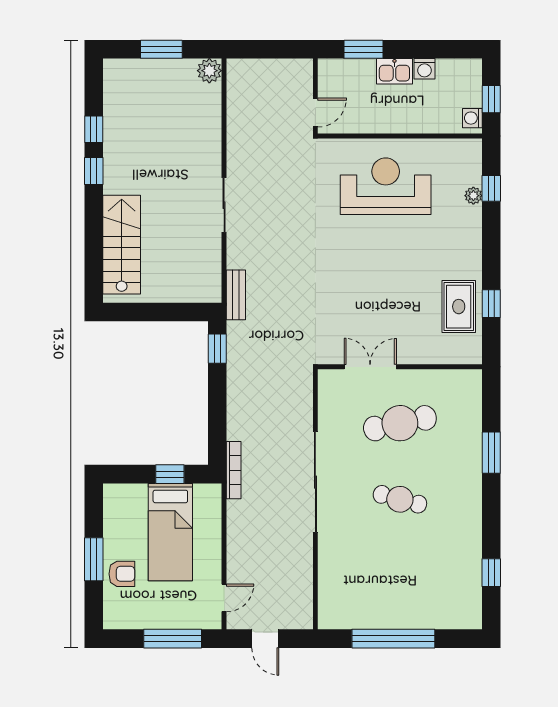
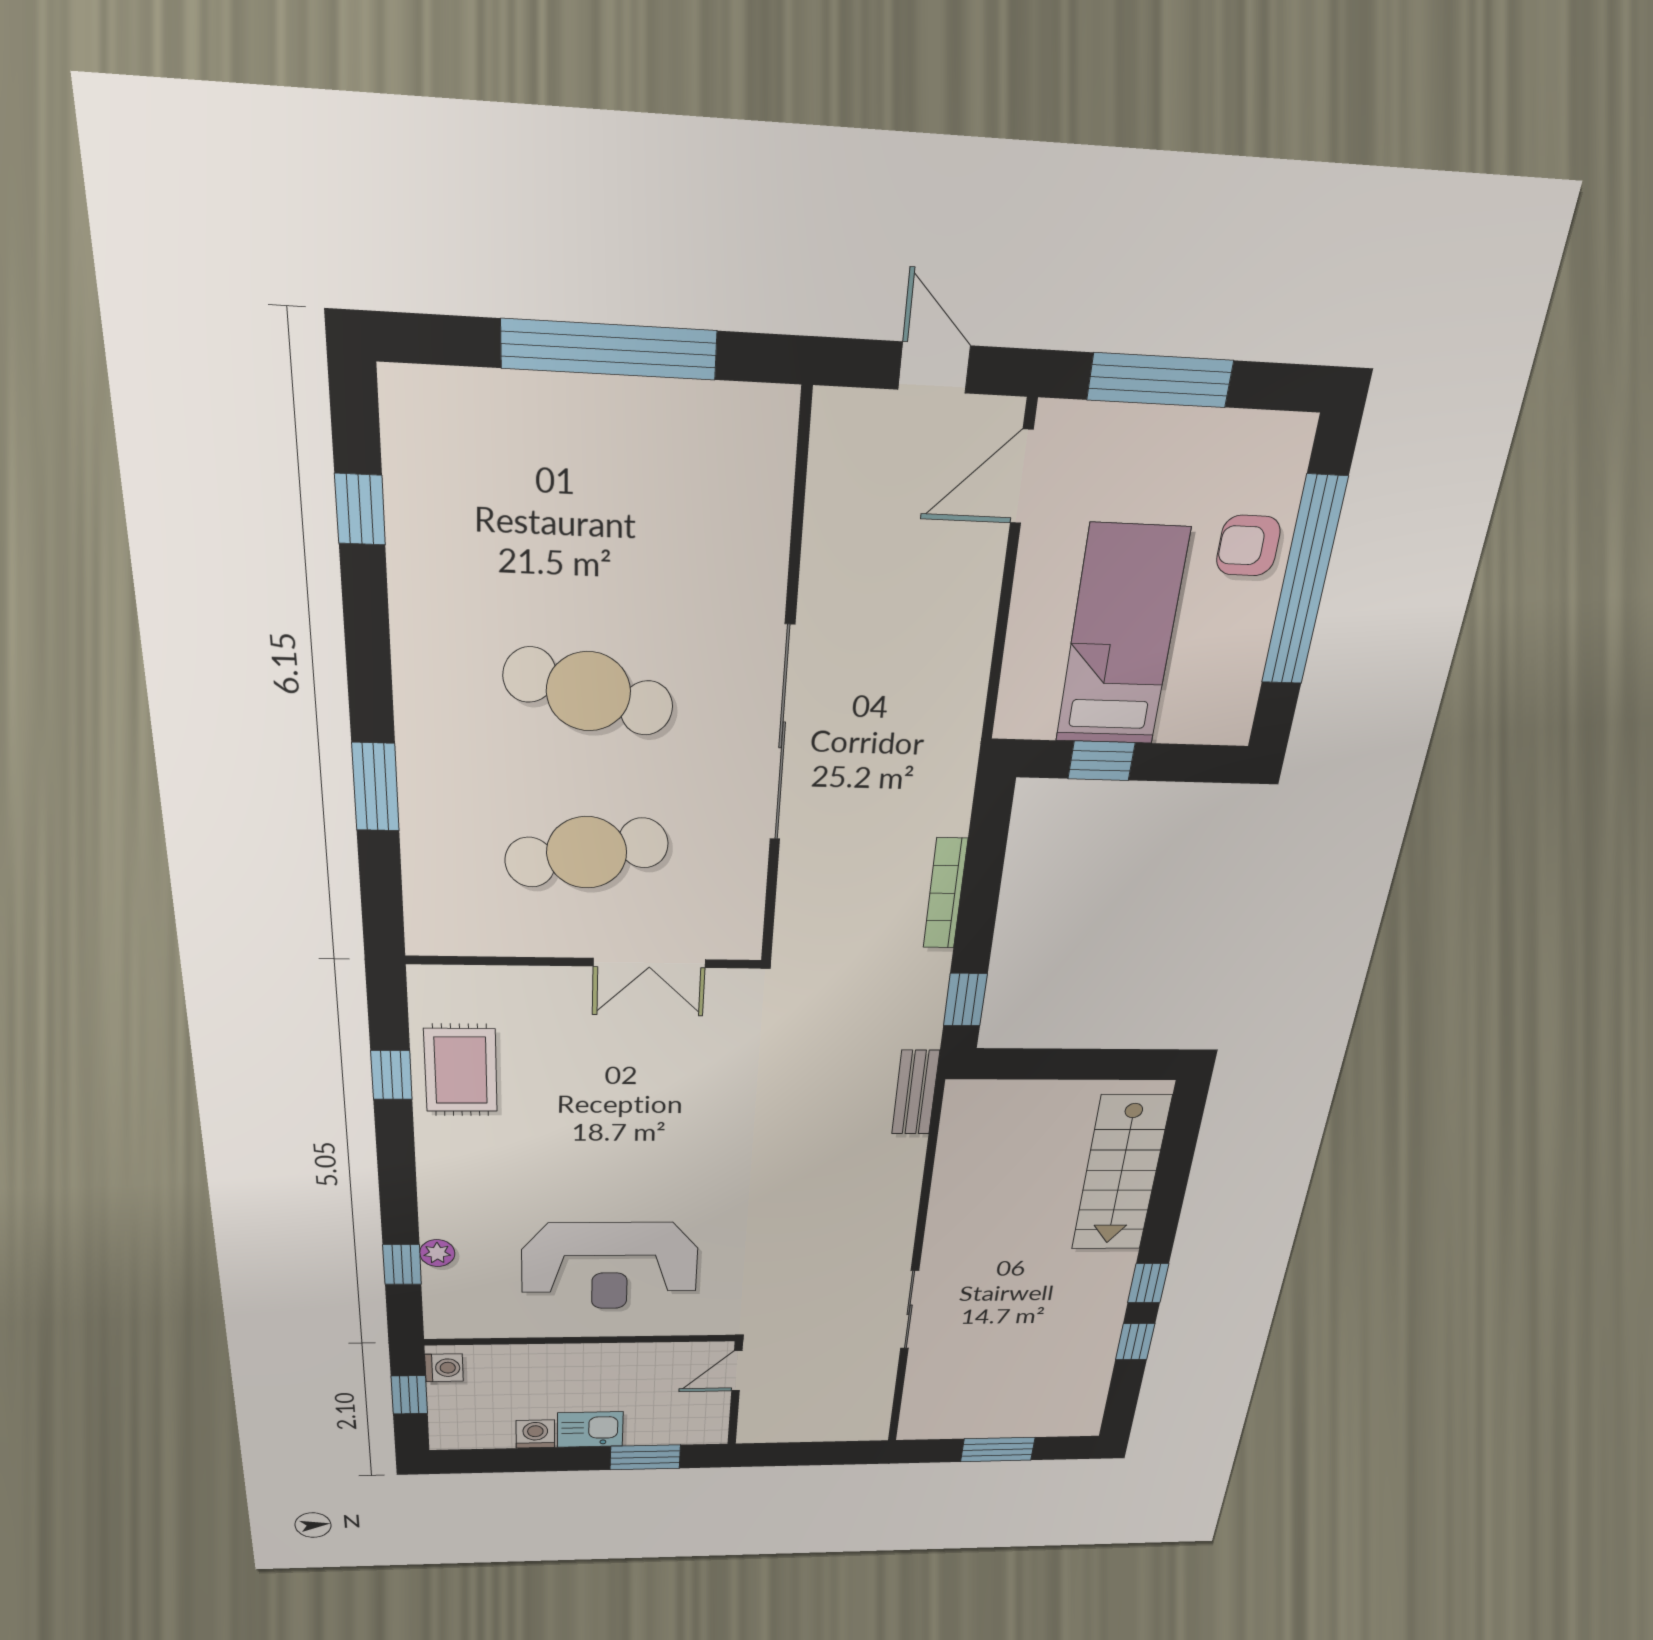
plant: (209, 71) -> (920, 1424), removed
sliding door: (224, 205) -> (910, 1310), moved
bookcase: (234, 470) -> (945, 893), moved
cafe table: (400, 499) -> (588, 691), width x1.37, depth x1.35
window: (94, 559) -> (1304, 582), width x2.11
door: (224, 598) -> (1022, 477), width x1.37

